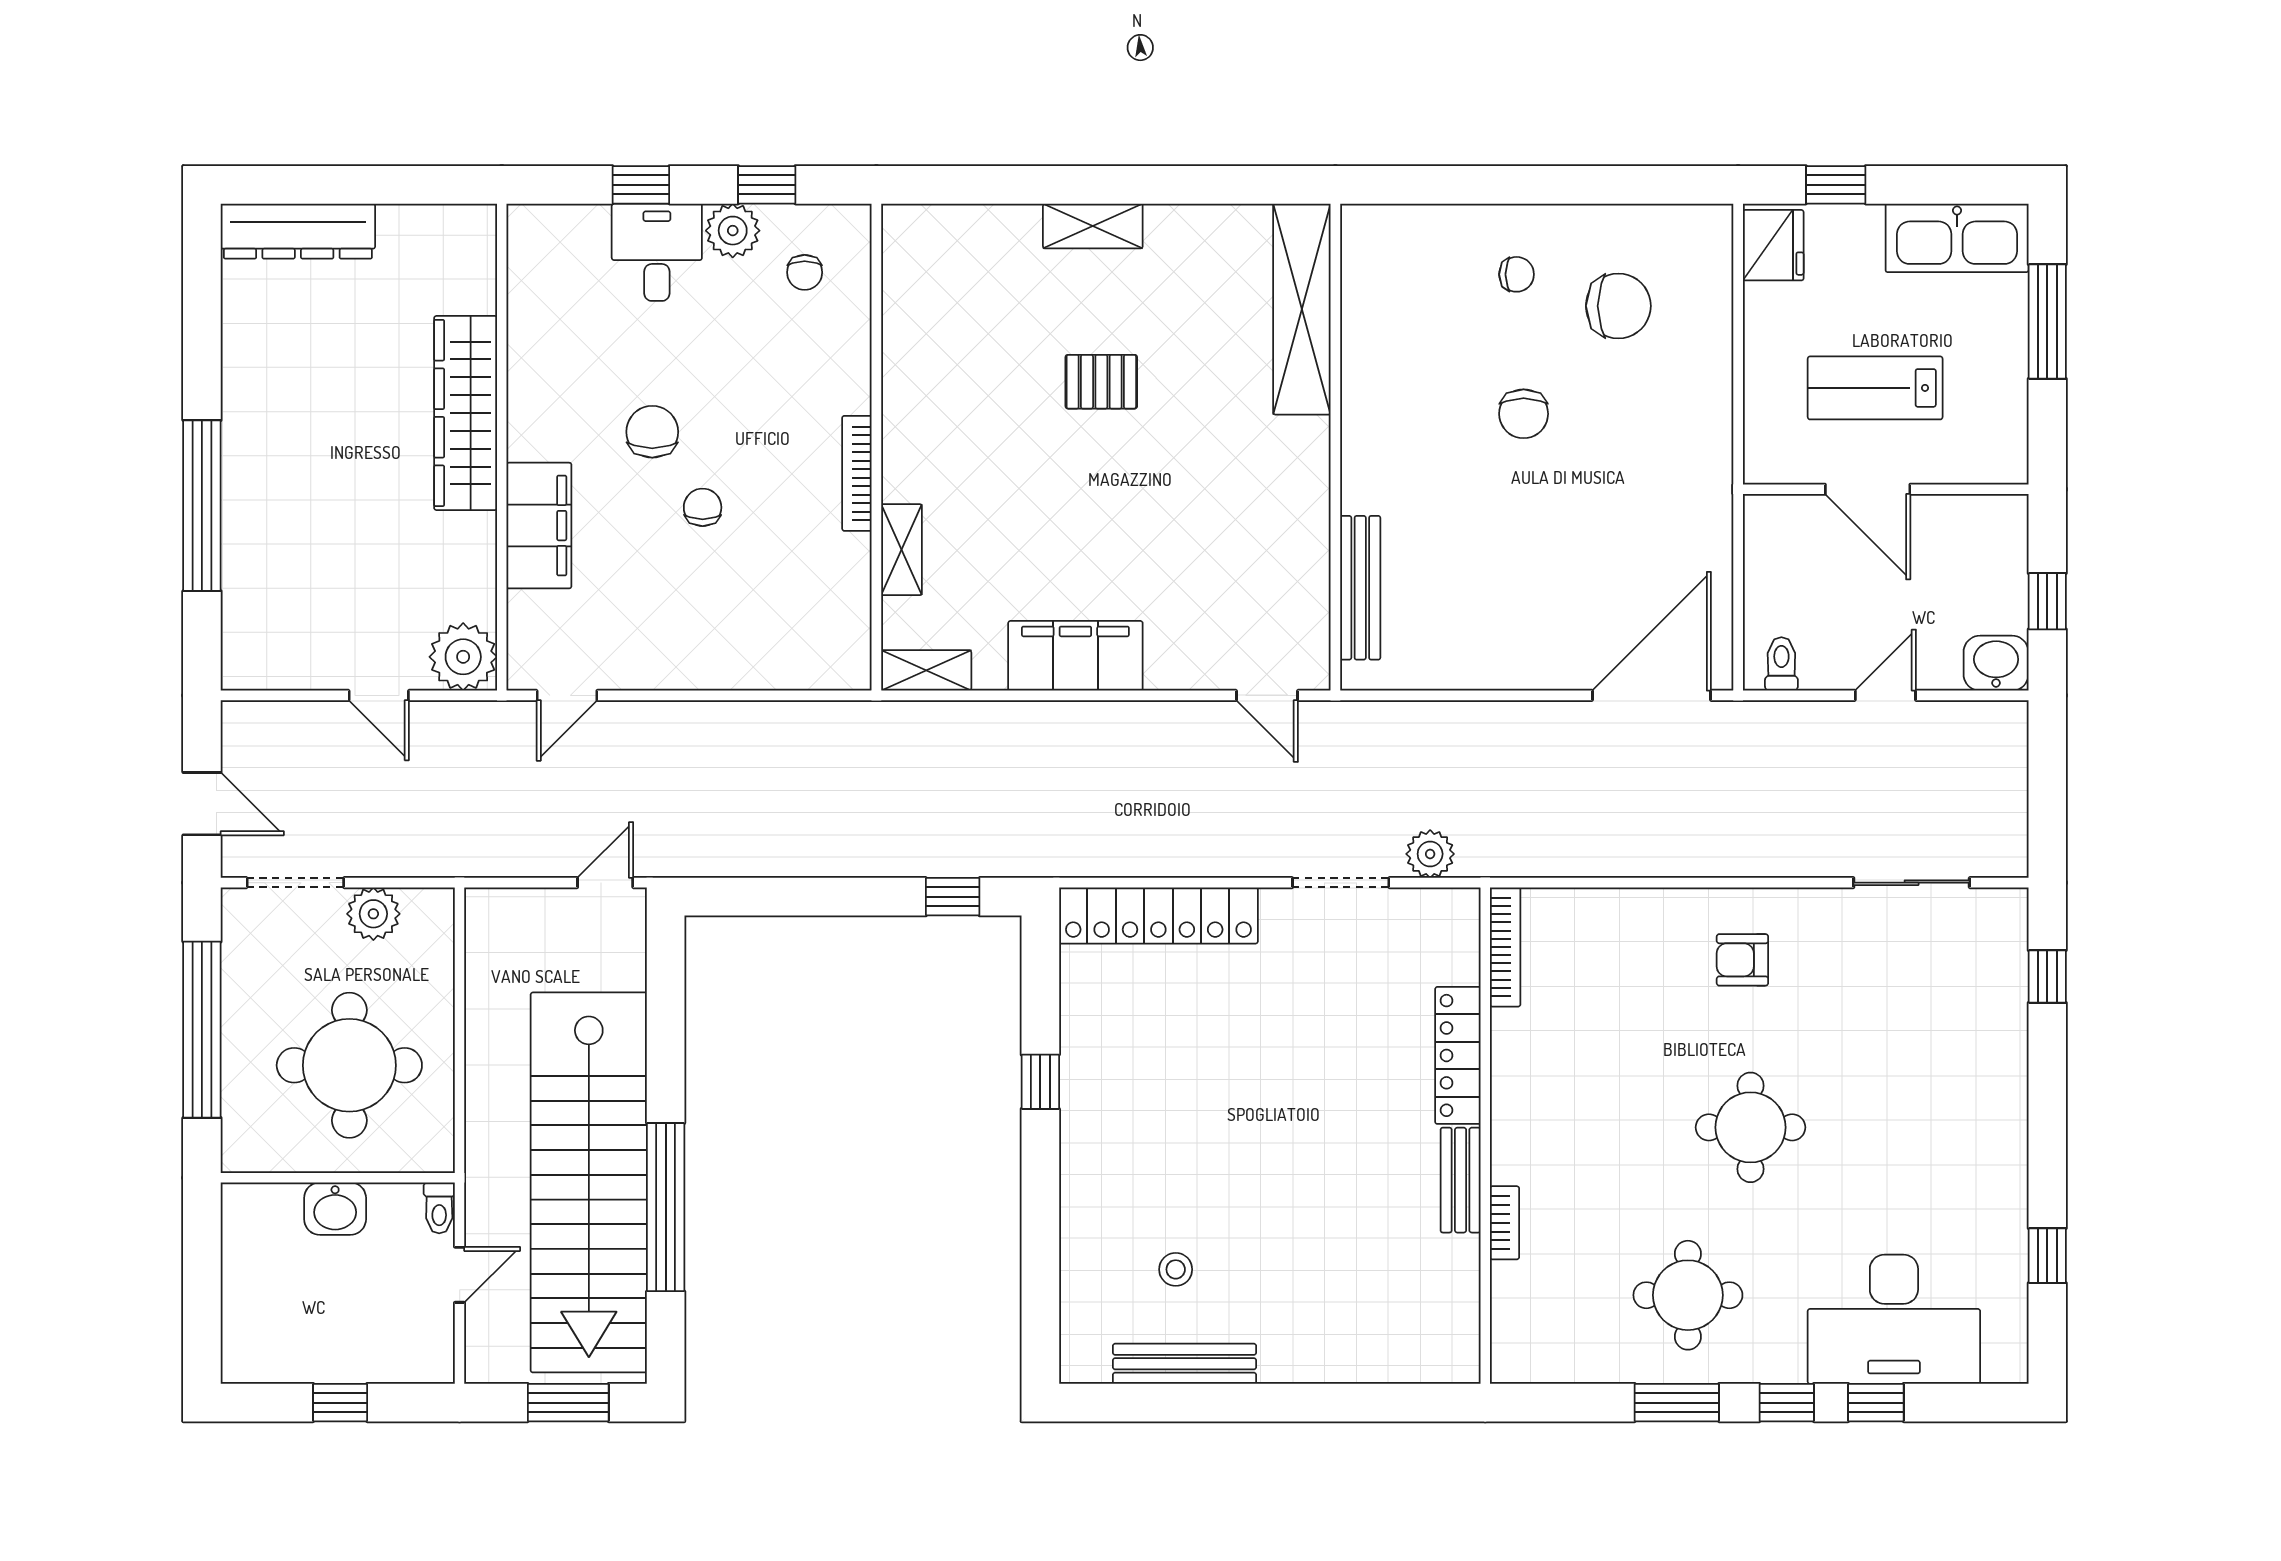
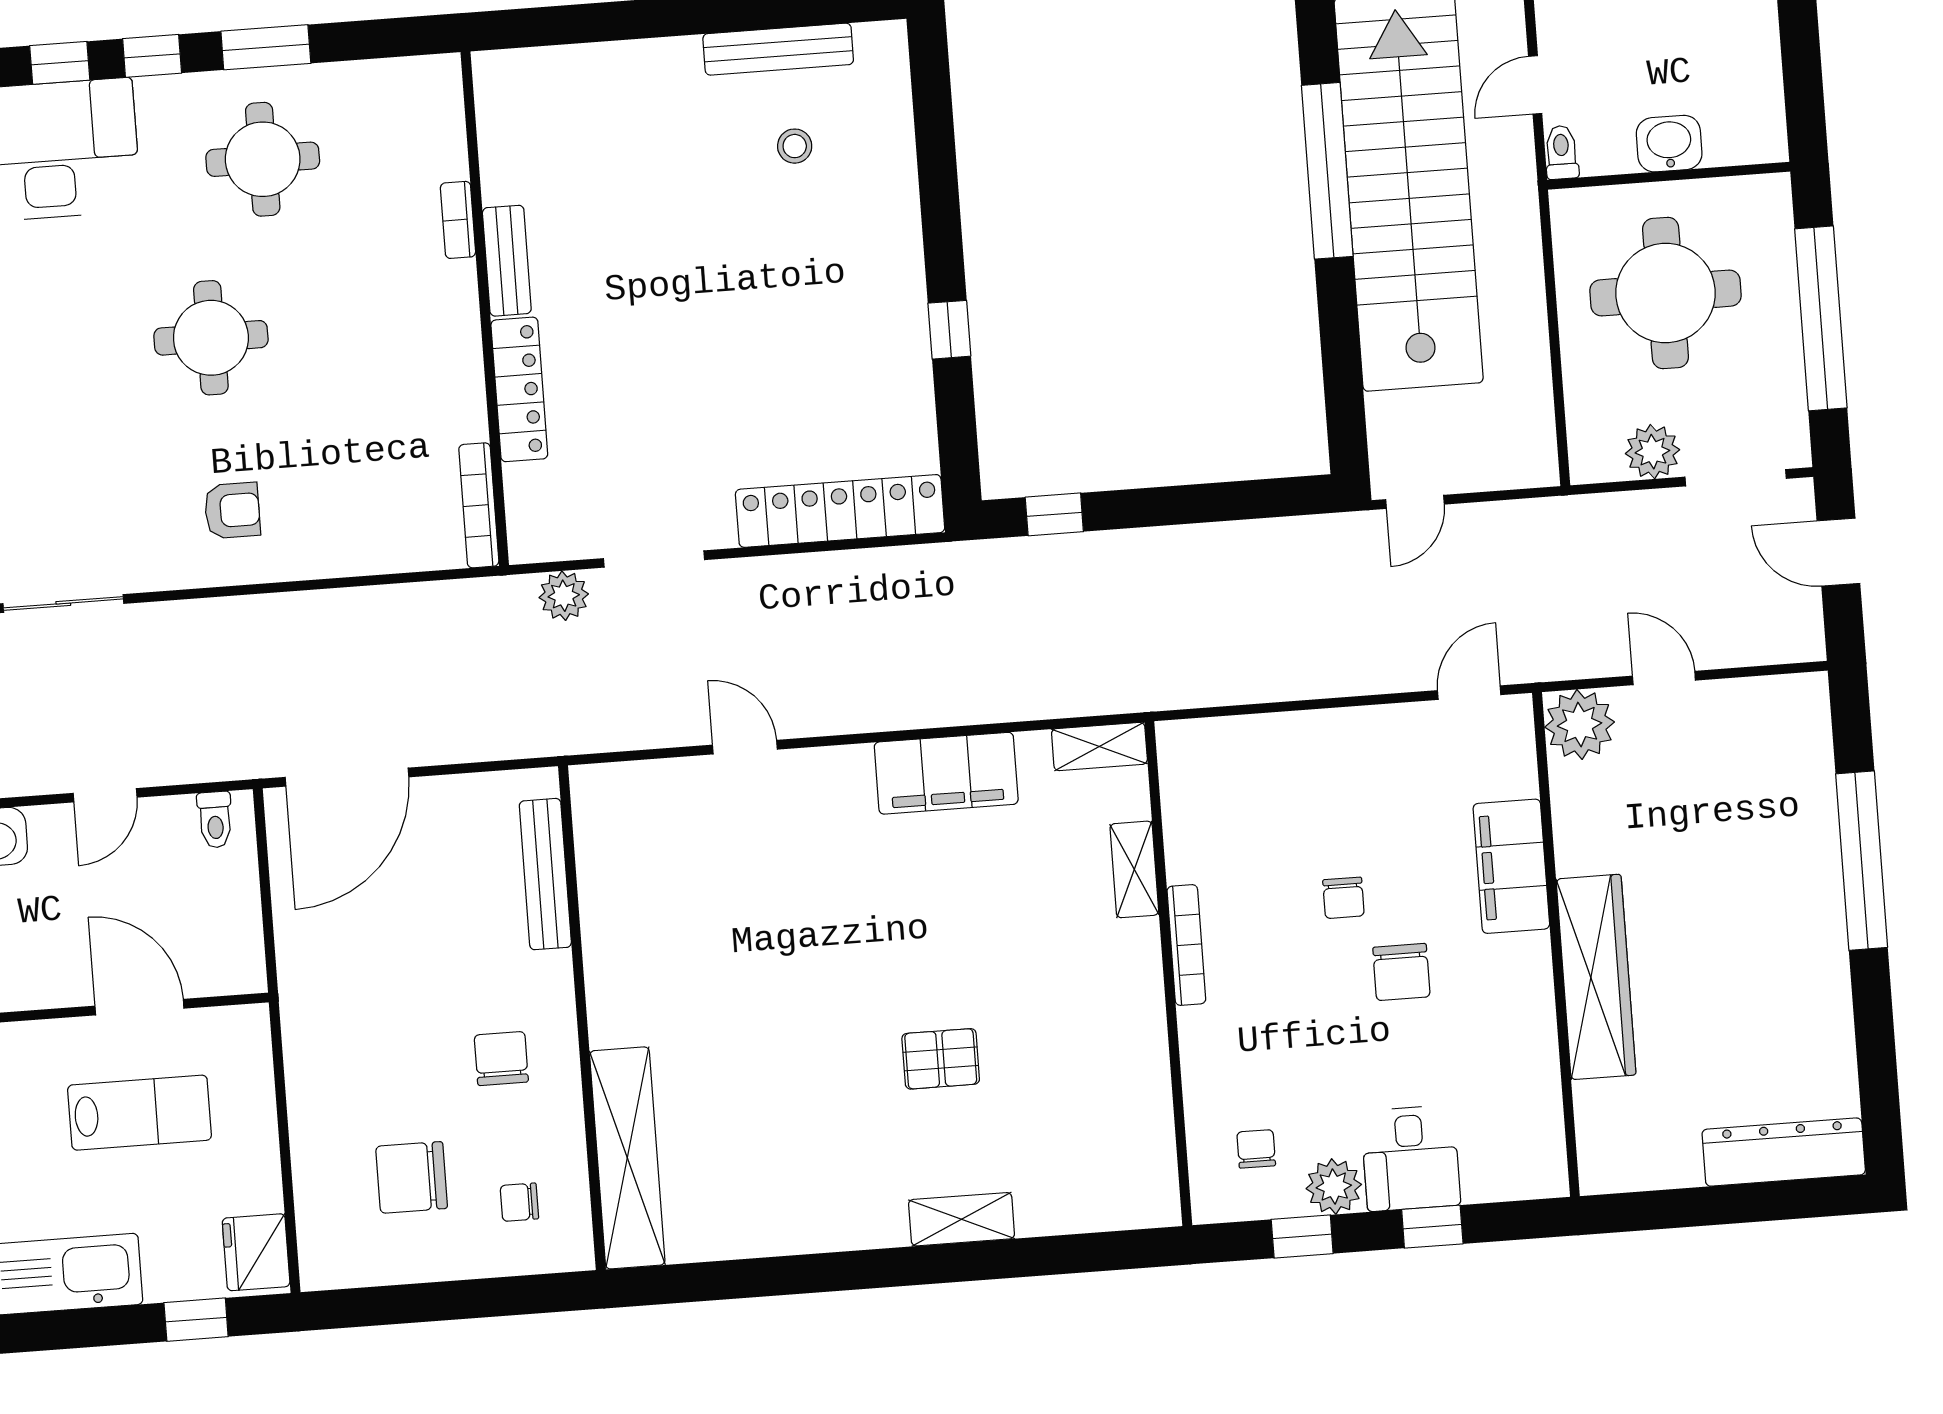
shelving: (1302, 309) -> (627, 1158), moved
wall: (1335, 447) -> (582, 1018), moved
bench: (1360, 588) -> (545, 874), moved

